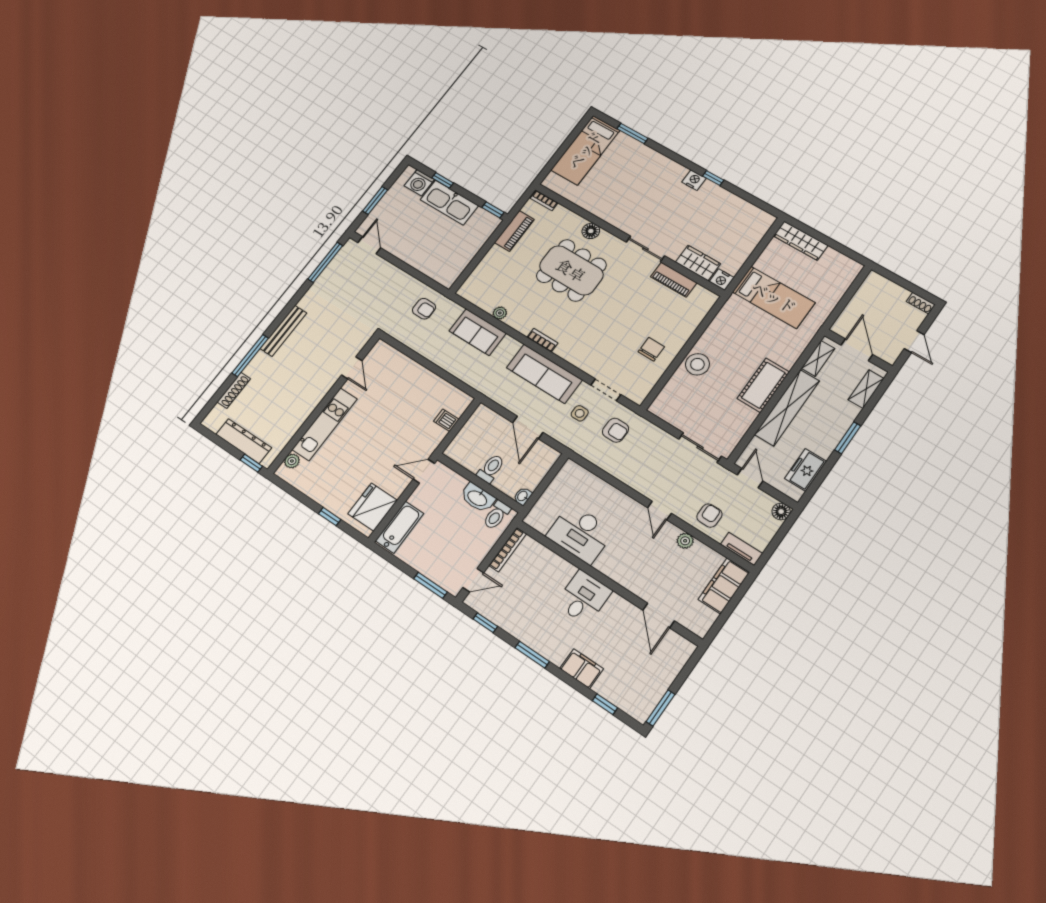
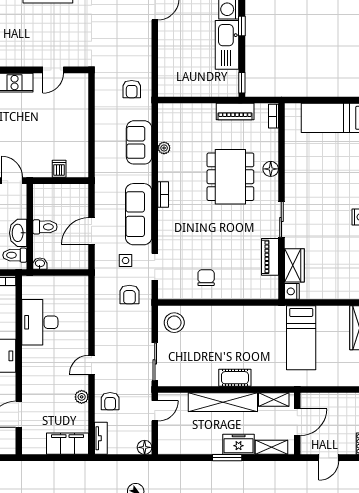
chair: (651, 349) -> (206, 278), turned -90
stool: (697, 364) -> (174, 323), moved
cot: (763, 385) -> (235, 378), width x0.73, depth x0.75
freezer: (806, 470) -> (239, 444), moved
armchair: (709, 516) -> (110, 401), turned 90

